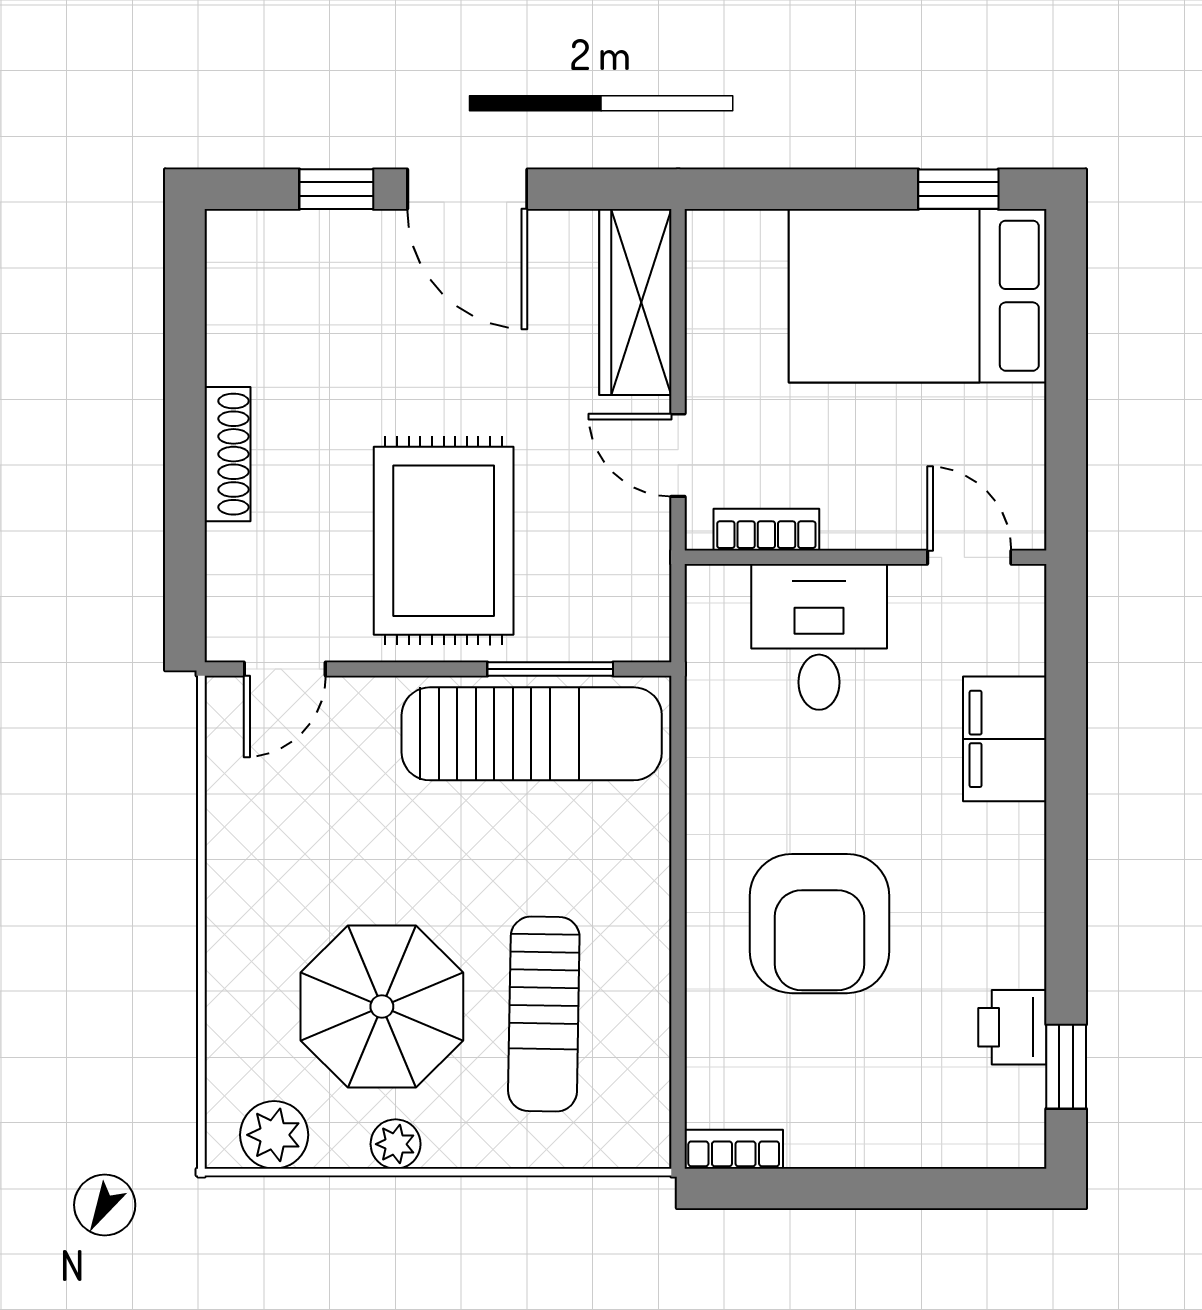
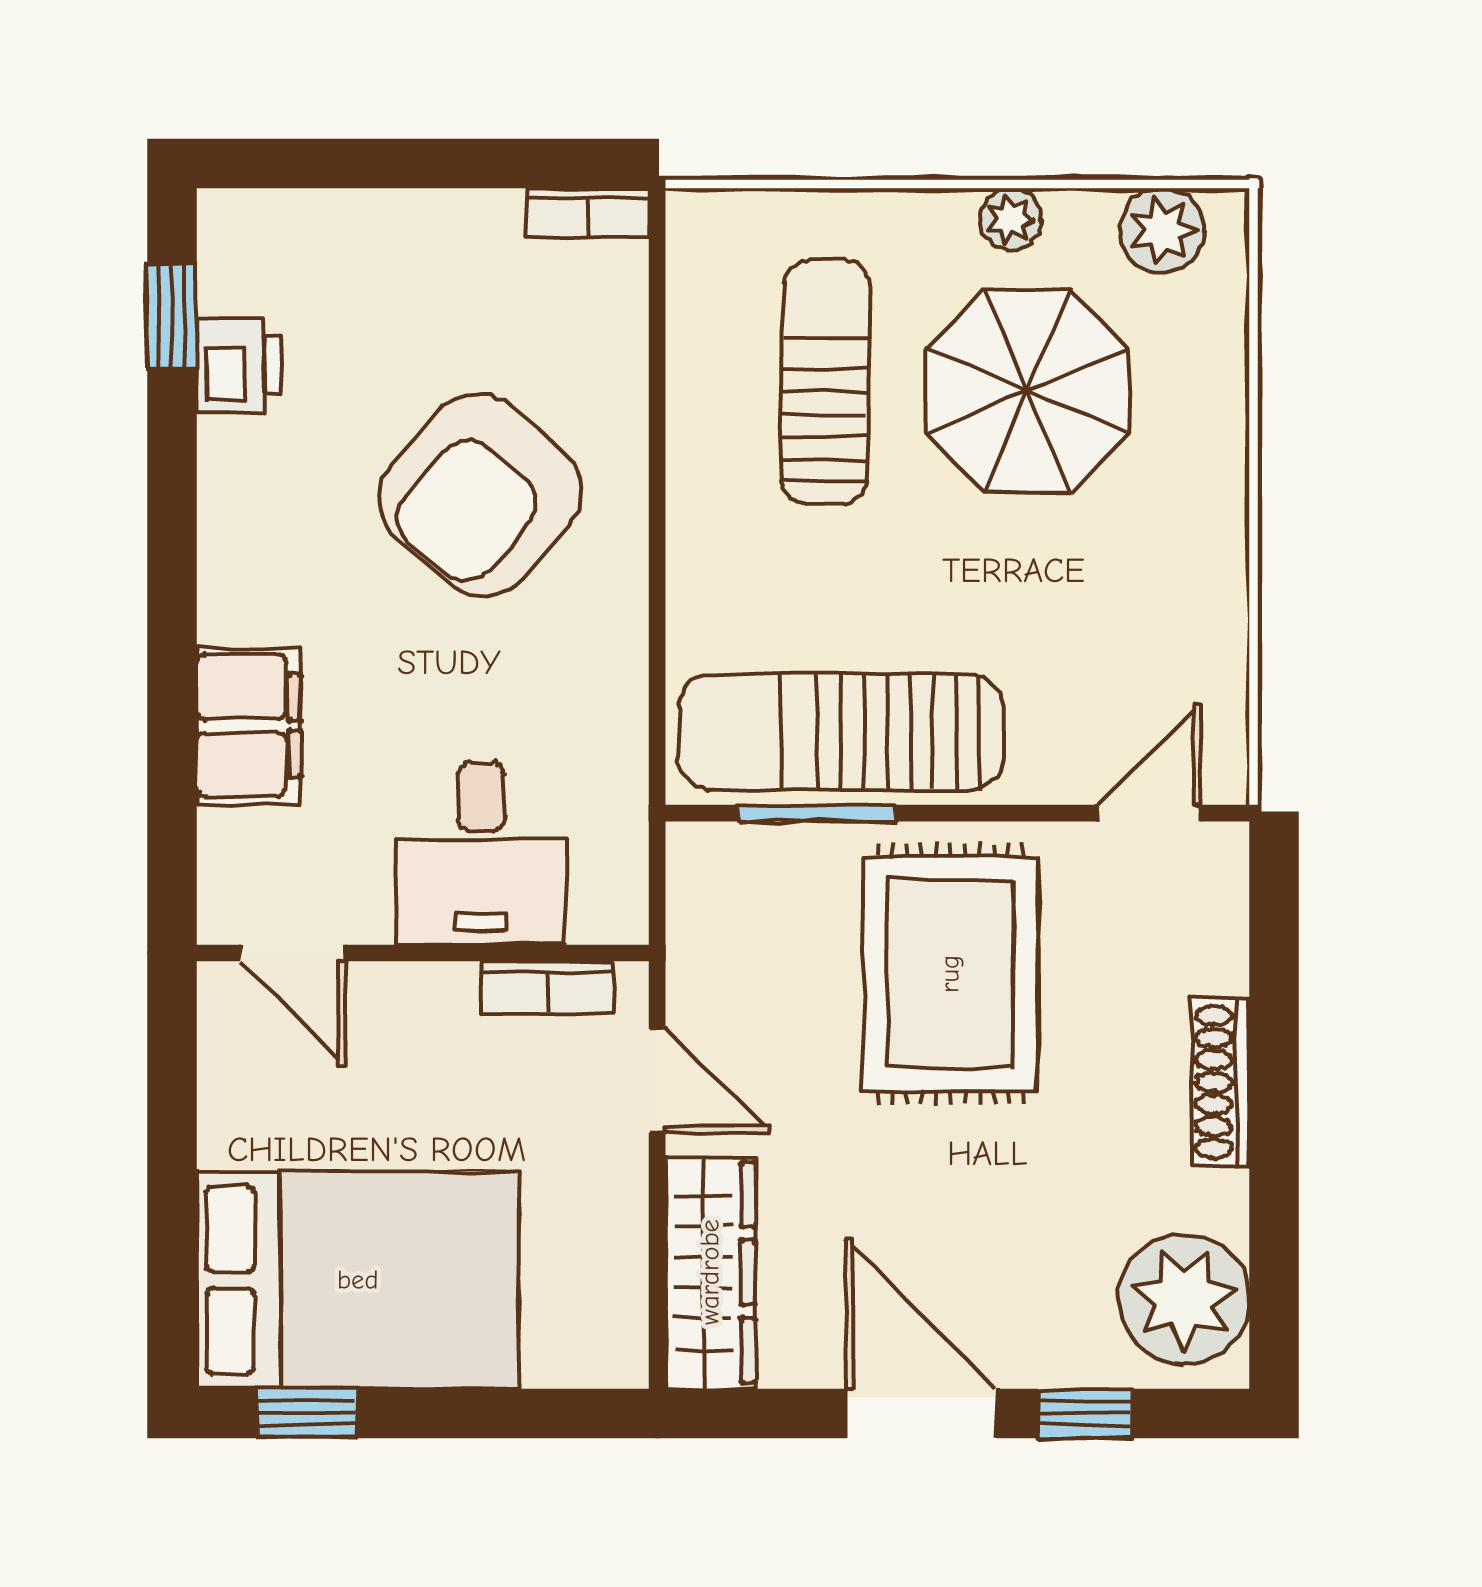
plant: (257, 281) -> (1184, 1299), added
armchair: (820, 924) -> (480, 495), turned -139

